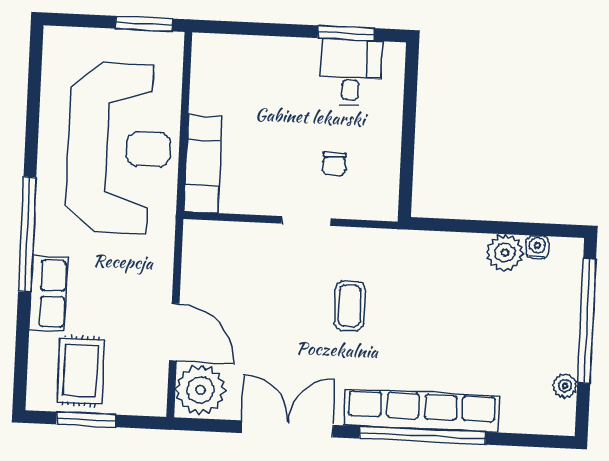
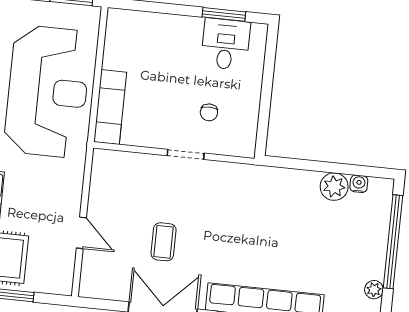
coffee table: (350, 306) -> (164, 242), moved
door: (174, 332) -> (81, 233), width x0.73
plant: (200, 390) -> (99, 277), removed

